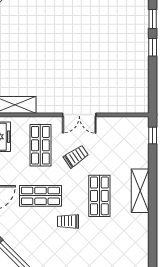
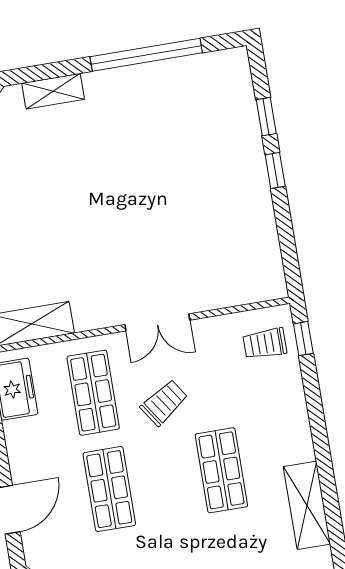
shelving: (140, 191) -> (307, 505), moved
shop shelf: (40, 196) -> (109, 489), turned 90
trolley: (68, 221) -> (265, 343), moved

